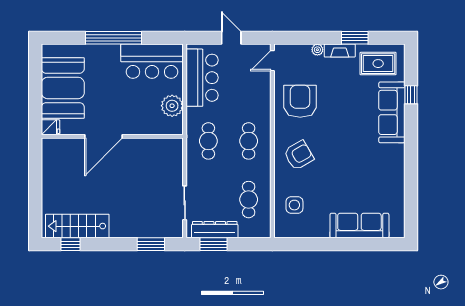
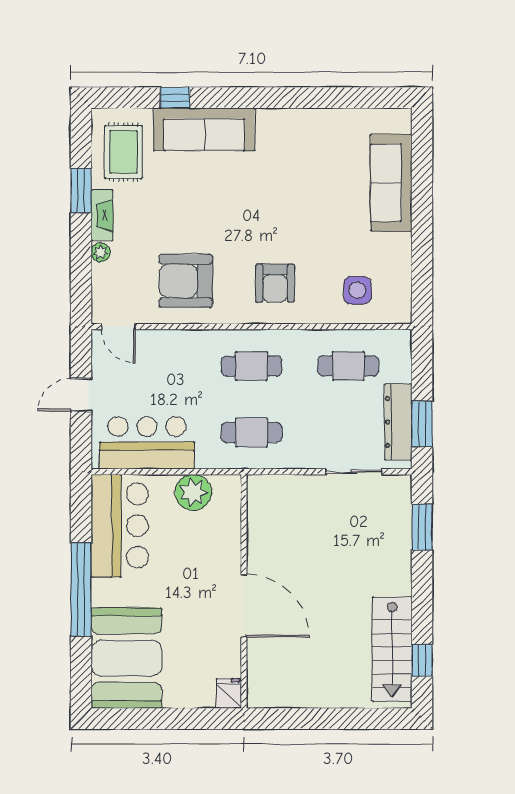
booth: (63, 88) -> (126, 658), moved, turned 90
armchair: (299, 155) -> (275, 283), turned -150

